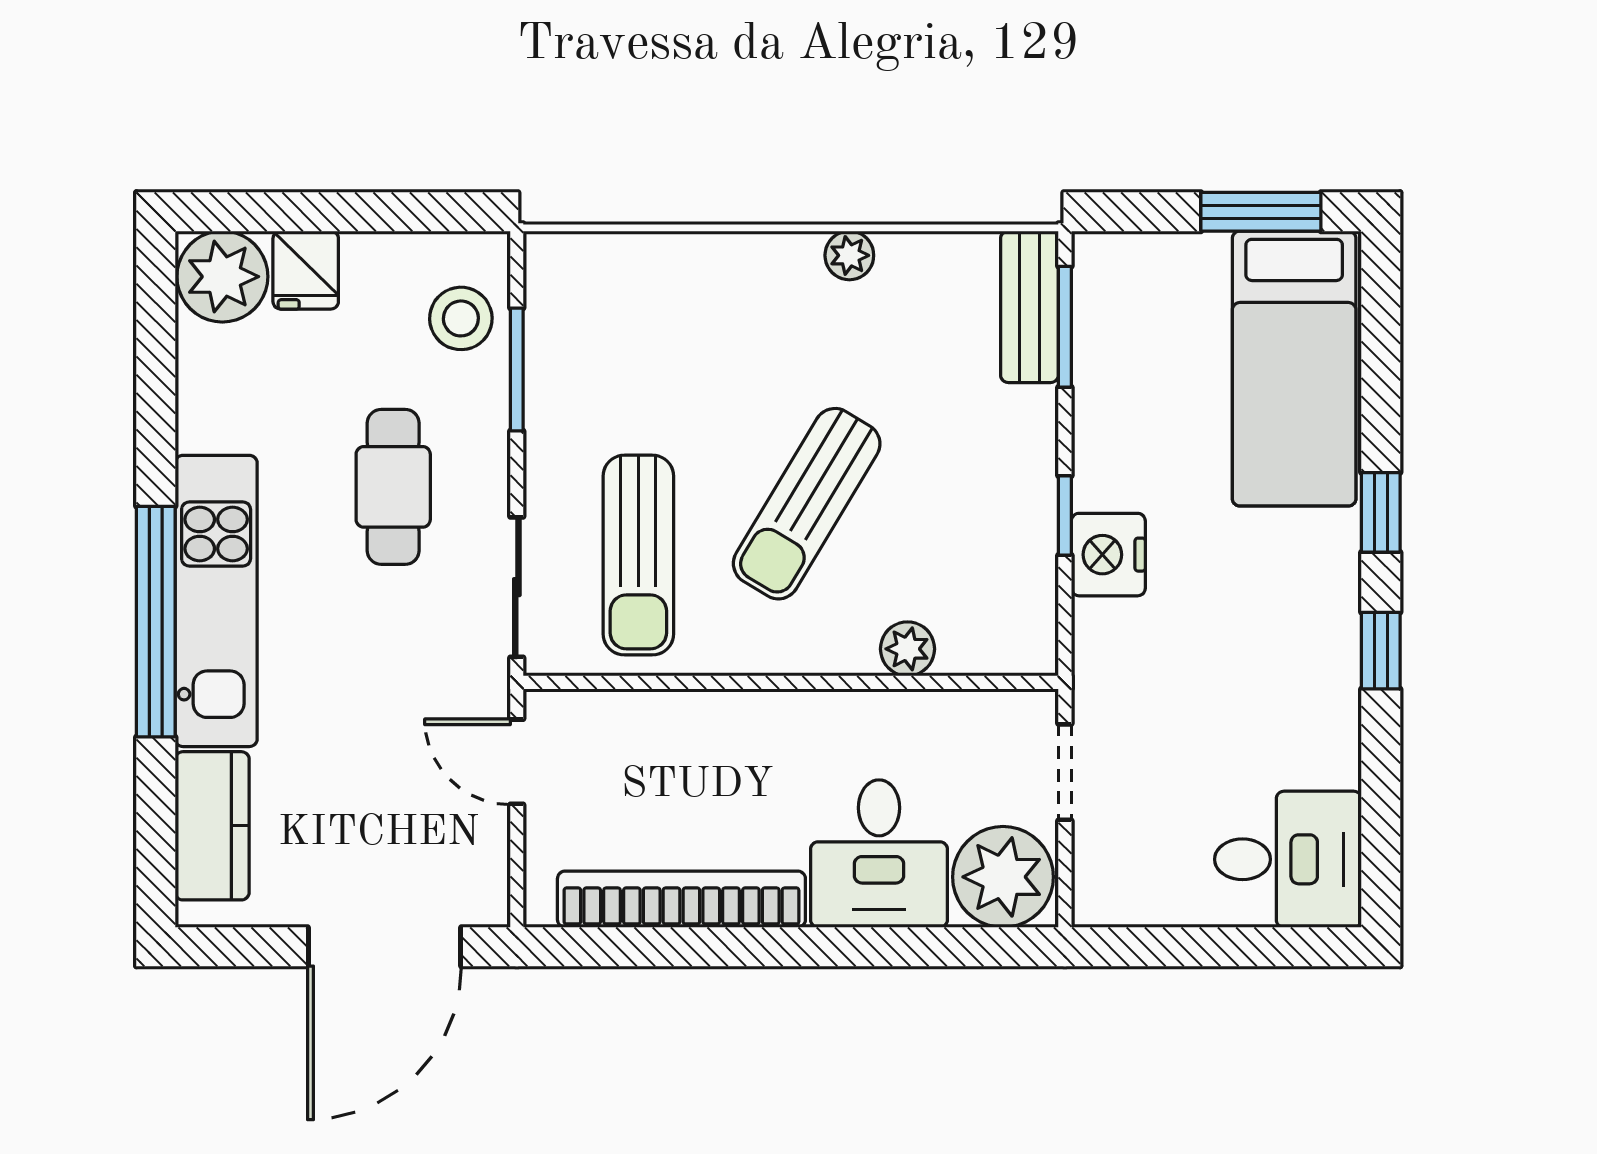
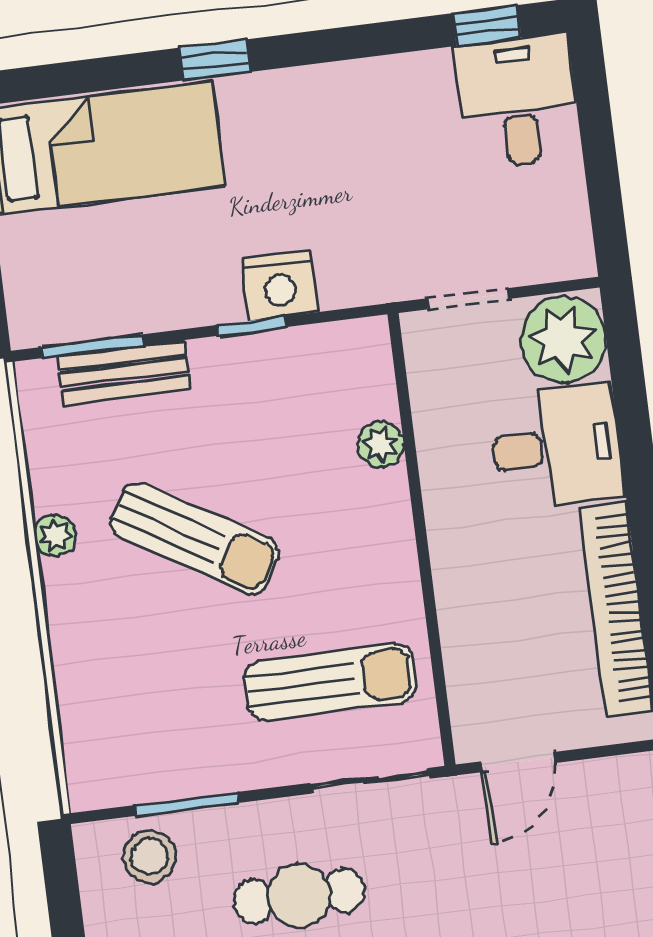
bench: (1029, 307) -> (124, 372), moved
sun lounger: (807, 504) -> (195, 539), moved
window: (1381, 651) -> (487, 25), moved

